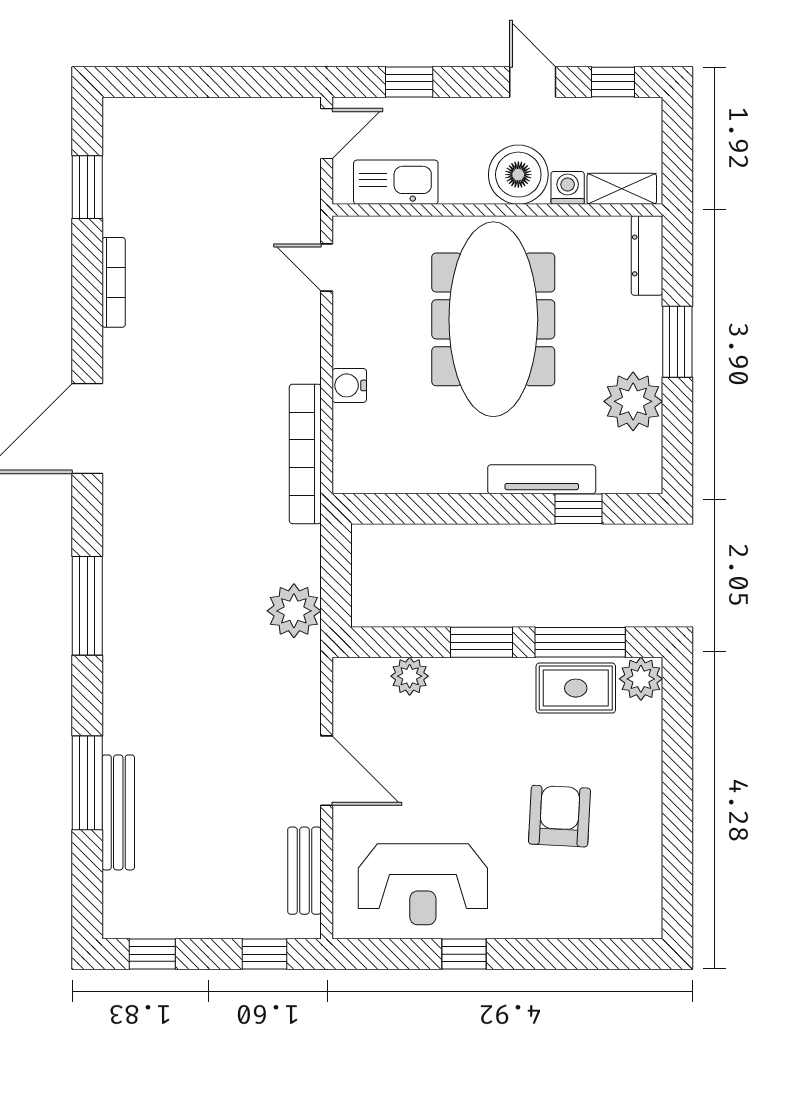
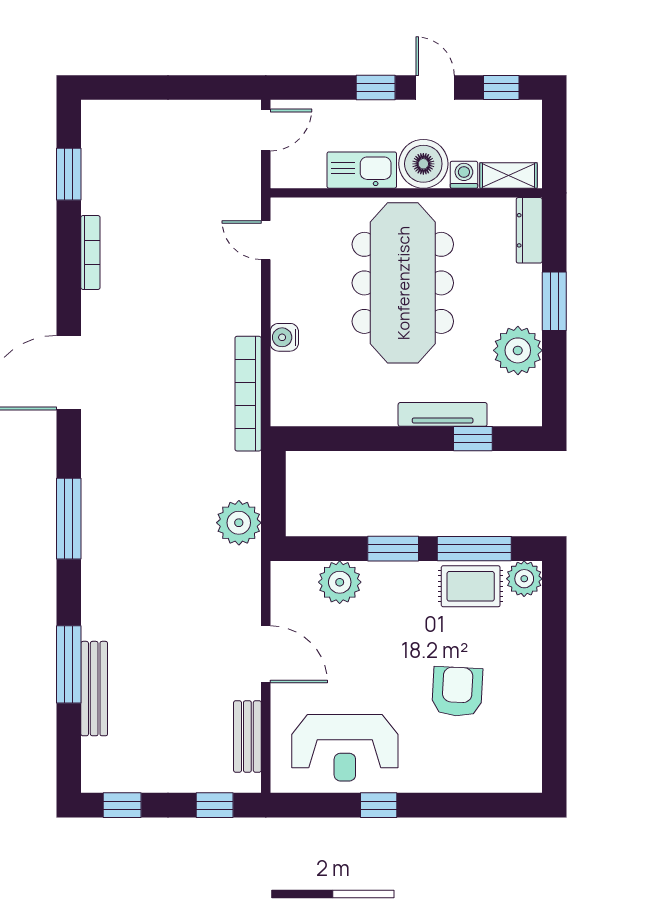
window: (409, 82) -> (376, 88), moved
kitchen sink: (396, 182) -> (362, 170), moved
plant: (410, 676) -> (340, 582), width x1.36, depth x1.36

